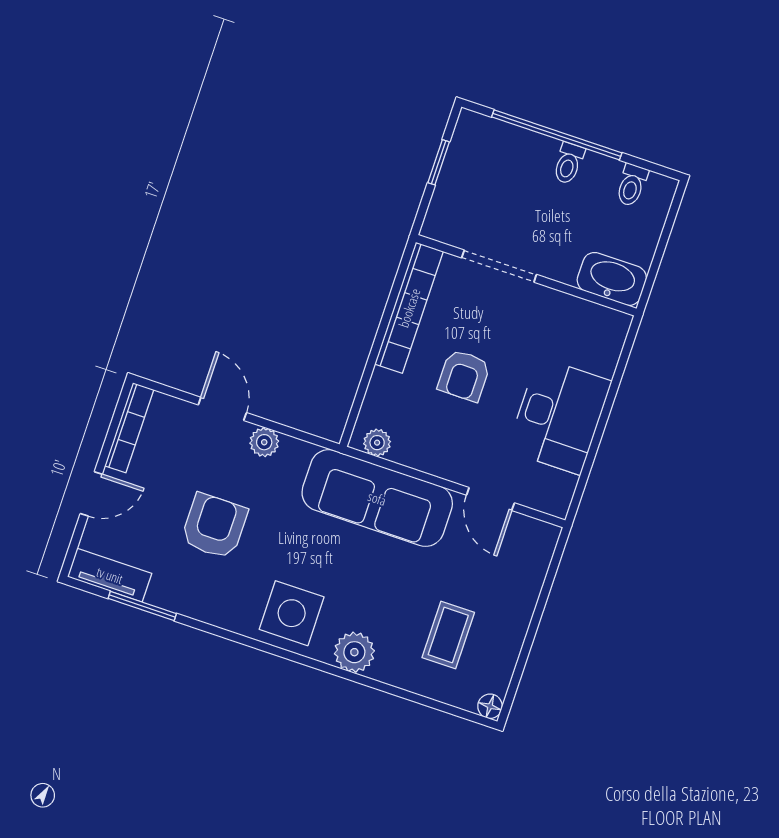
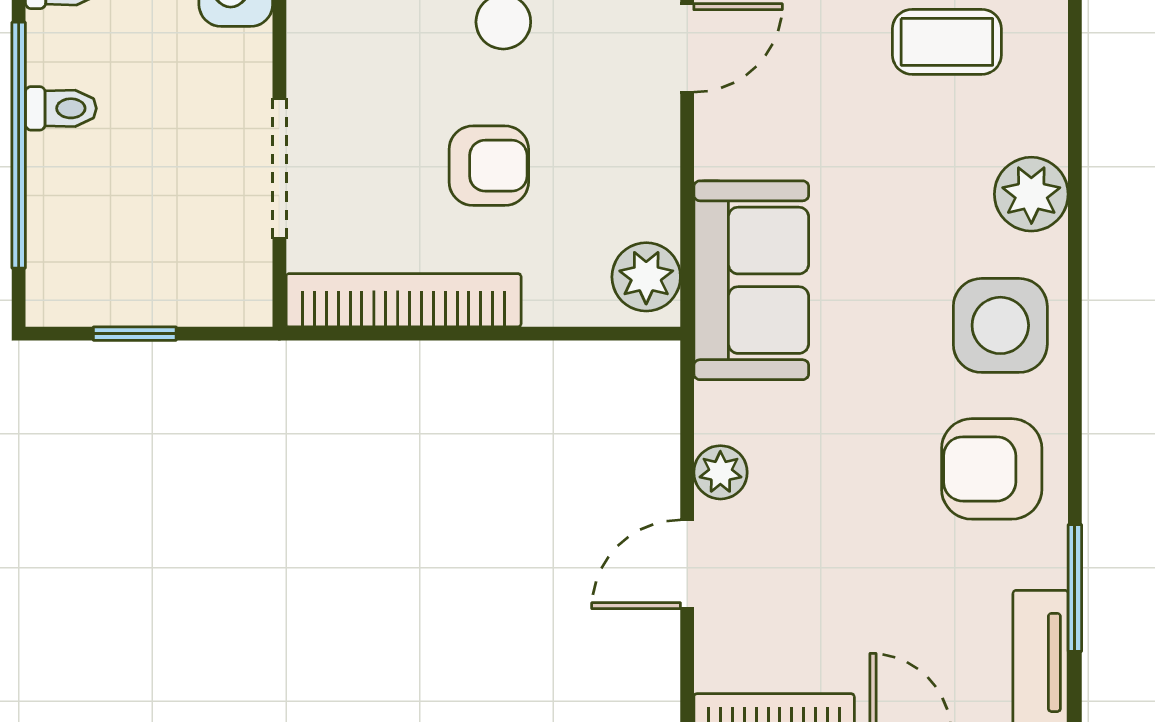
plant: (377, 443) -> (646, 277), width x1.38, depth x1.38
sofa: (377, 498) -> (751, 280), width x0.73
armchair: (214, 526) -> (992, 469), moved

